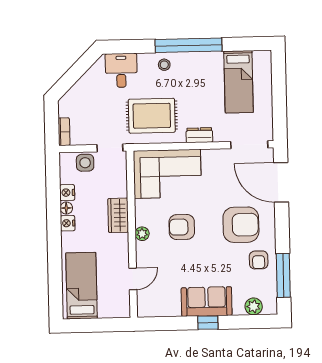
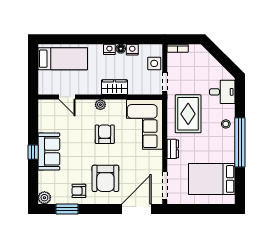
bed: (239, 82) -> (212, 179), width x1.50
window: (283, 275) -> (67, 209), width x0.69
plant: (254, 306) -> (44, 198), moved

